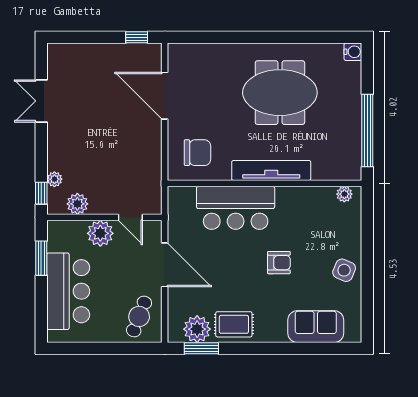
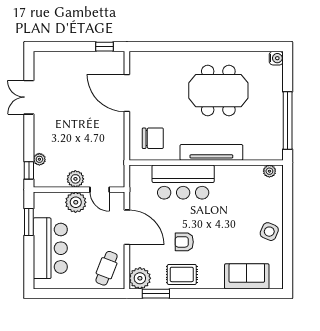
plant: (77, 204) -> (75, 179), moved
armchair: (279, 263) -> (184, 242), moved, turned 180
plant: (197, 329) -> (140, 278), moved

